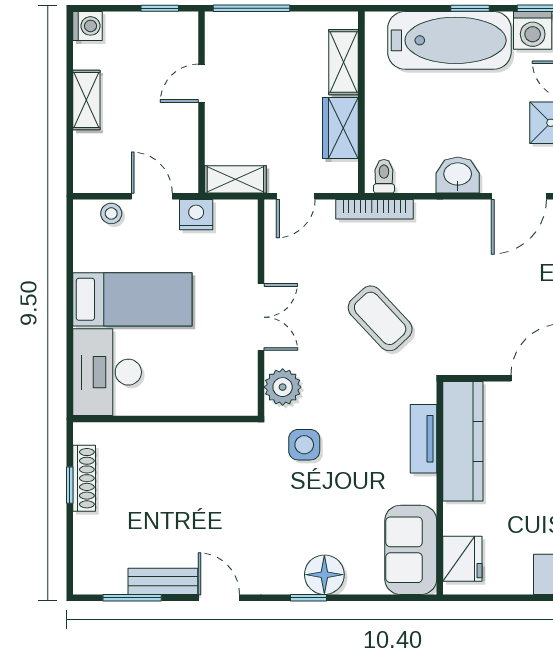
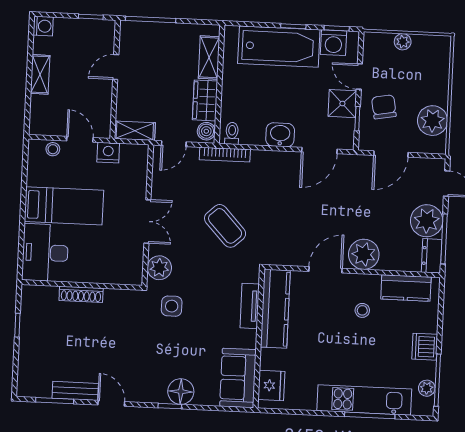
boiler: (345, 175) -> (206, 131), added
shoe rack: (84, 478) -> (81, 294), moved, turned 90

